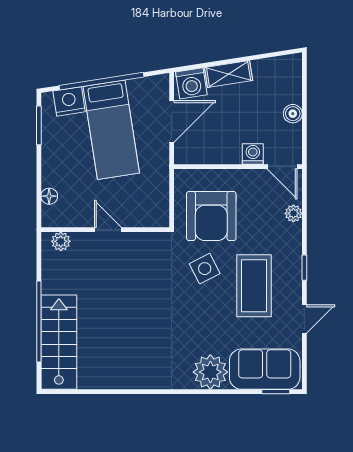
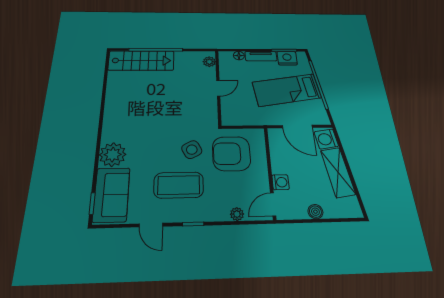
shelving: (229, 74) -> (338, 172), width x1.50, depth x1.33
nightstand: (69, 101) -> (287, 58), moved, turned -81
tv unit: (50, 162) -> (261, 56), added

